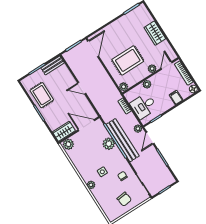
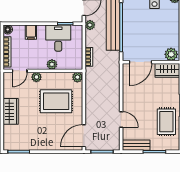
door: (82, 88) -> (121, 119), moved
desk: (144, 106) -> (58, 38), moved, turned -90
door: (86, 125) -> (140, 62), hinge flipped
plant: (109, 144) -> (130, 29), removed

